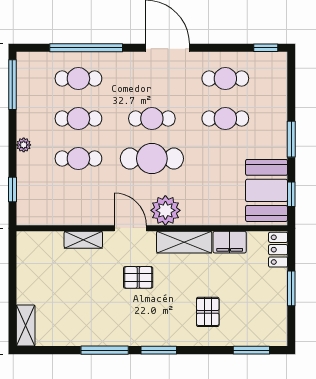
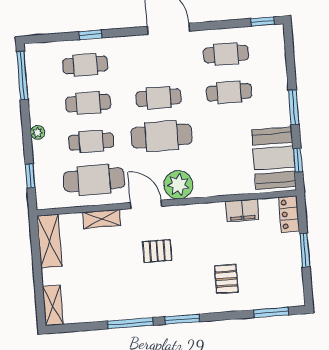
window: (86, 48) -> (90, 35), width x0.32
cafe table: (78, 199) -> (94, 180), added
shelving: (184, 242) -> (49, 241), moved, turned 90

